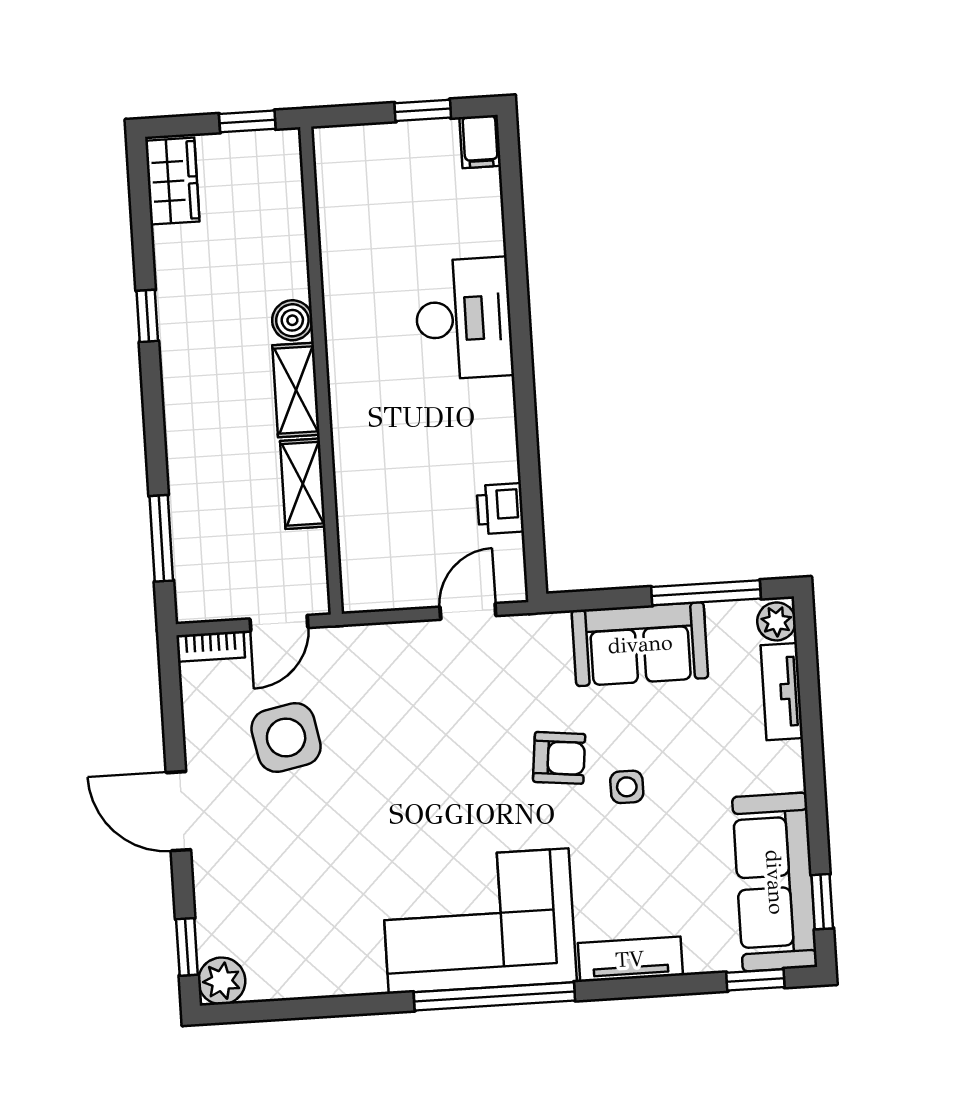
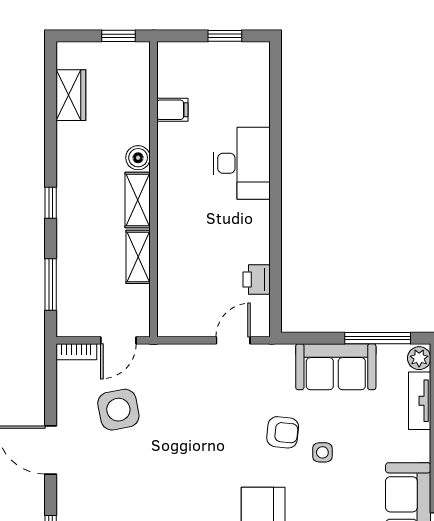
filing cabinet: (480, 142) -> (172, 110), moved, turned -90
wardrobe: (172, 181) -> (71, 95), moved
window: (147, 316) -> (51, 203), moved

